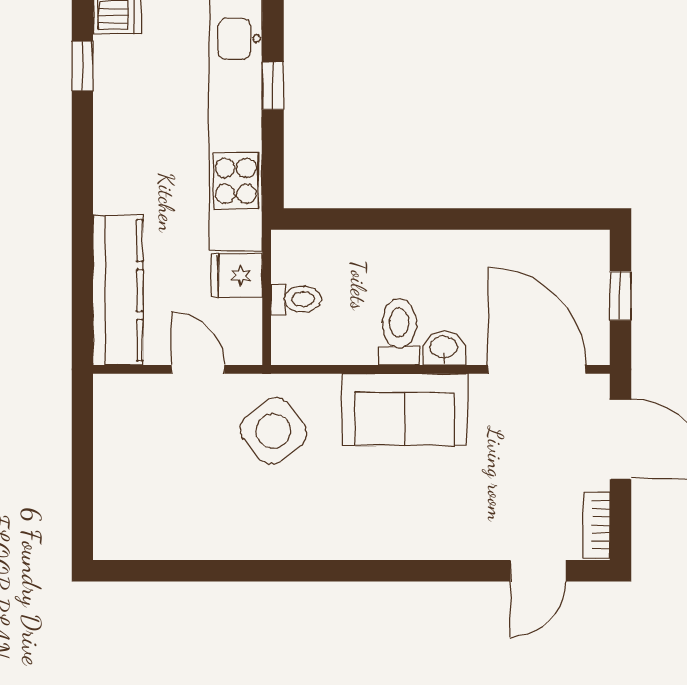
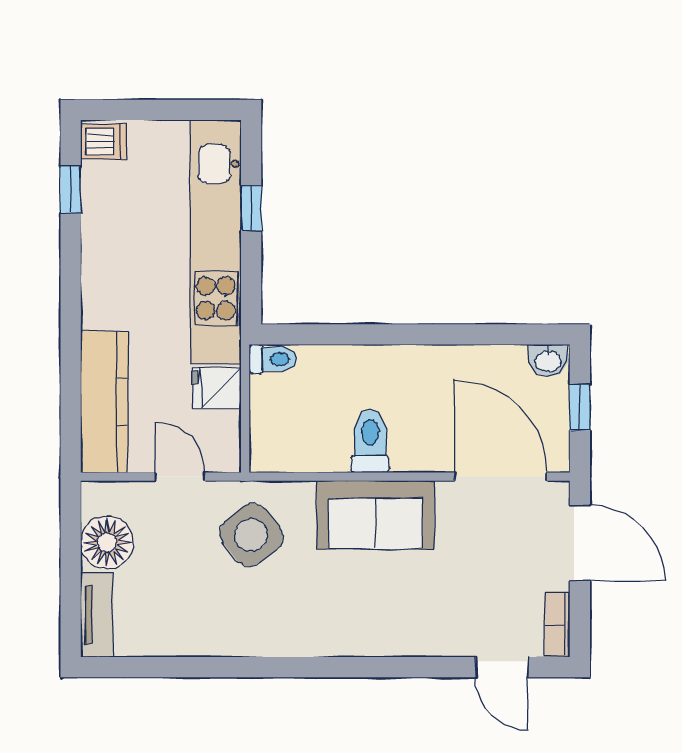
toilet: (296, 299) -> (273, 359), moved
washbasin: (444, 348) -> (548, 361), moved, turned 180
floor lamp: (121, 439) -> (107, 543), added
tv unit: (110, 515) -> (97, 615), added
door: (538, 571) -> (502, 667), hinge flipped

